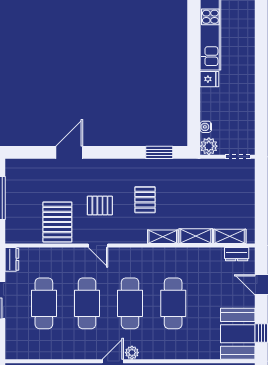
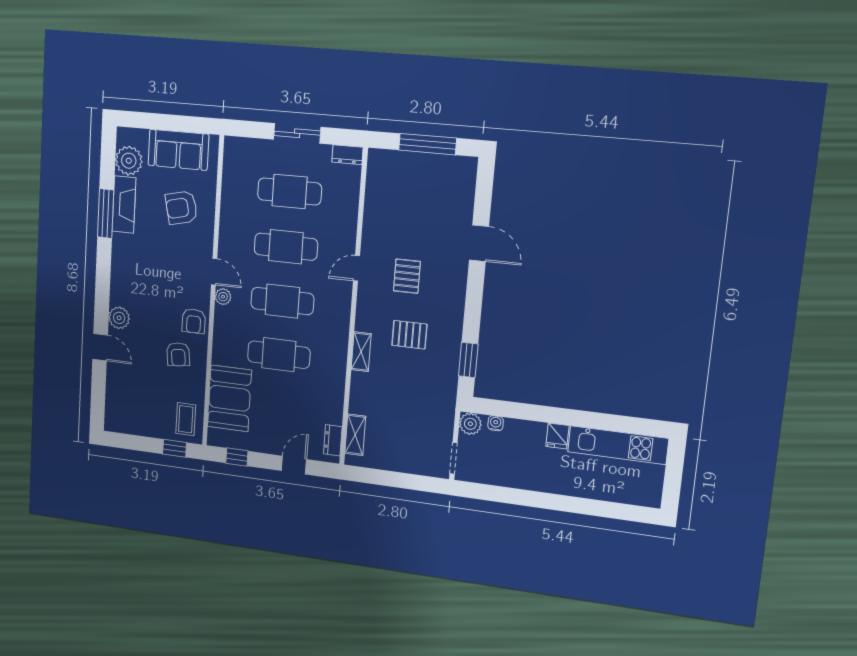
pallet: (57, 222) -> (390, 219), removed
shelving: (196, 236) -> (359, 393), removed
booth: (238, 334) -> (229, 398), moved, turned 90

